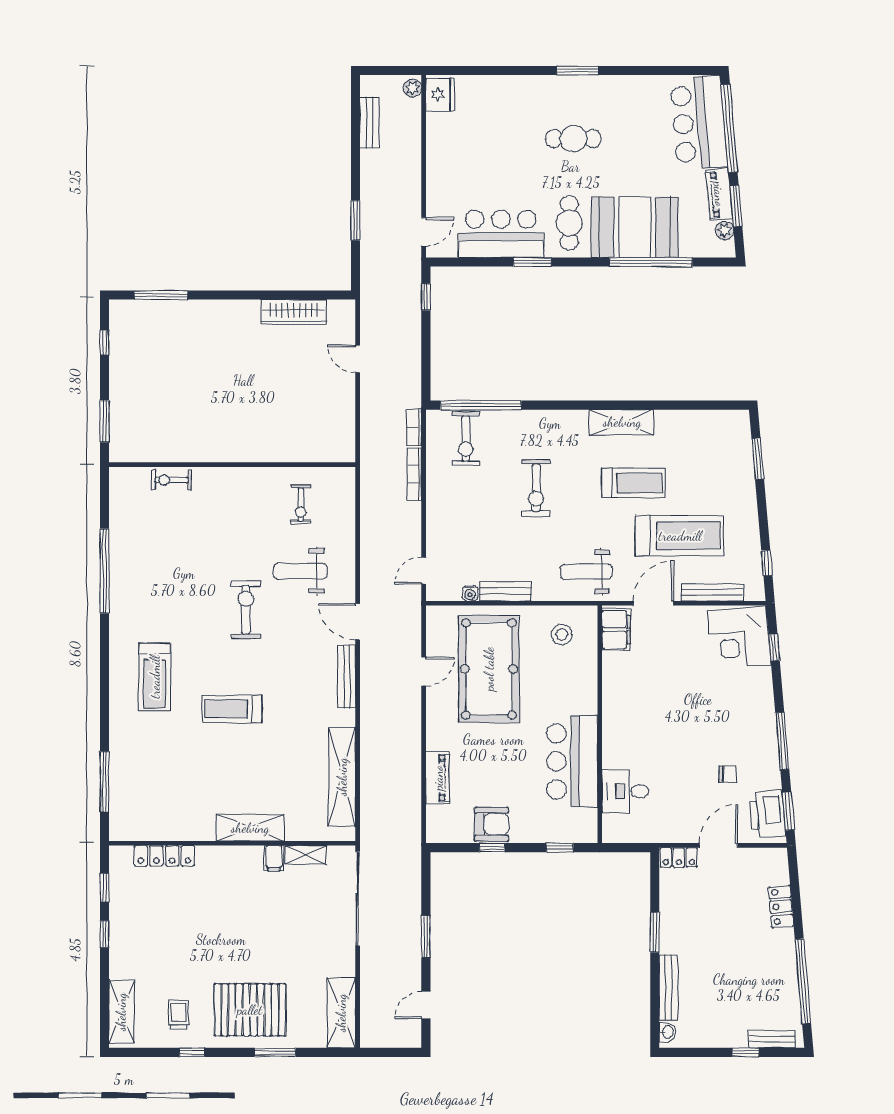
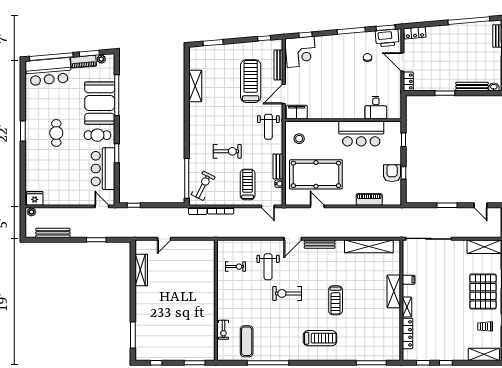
bench: (370, 123) -> (53, 233), width x1.36
shelving: (622, 422) -> (195, 86), moved
exercise bike: (466, 439) -> (203, 186), turned -63
treadmill: (633, 483) -> (248, 184), moved
exercise mat: (148, 527) -> (247, 341), added
door: (653, 603) -> (284, 94), hinge flipped
shelving: (306, 855) -> (407, 307), moved
locker: (781, 907) -> (415, 33), moved

